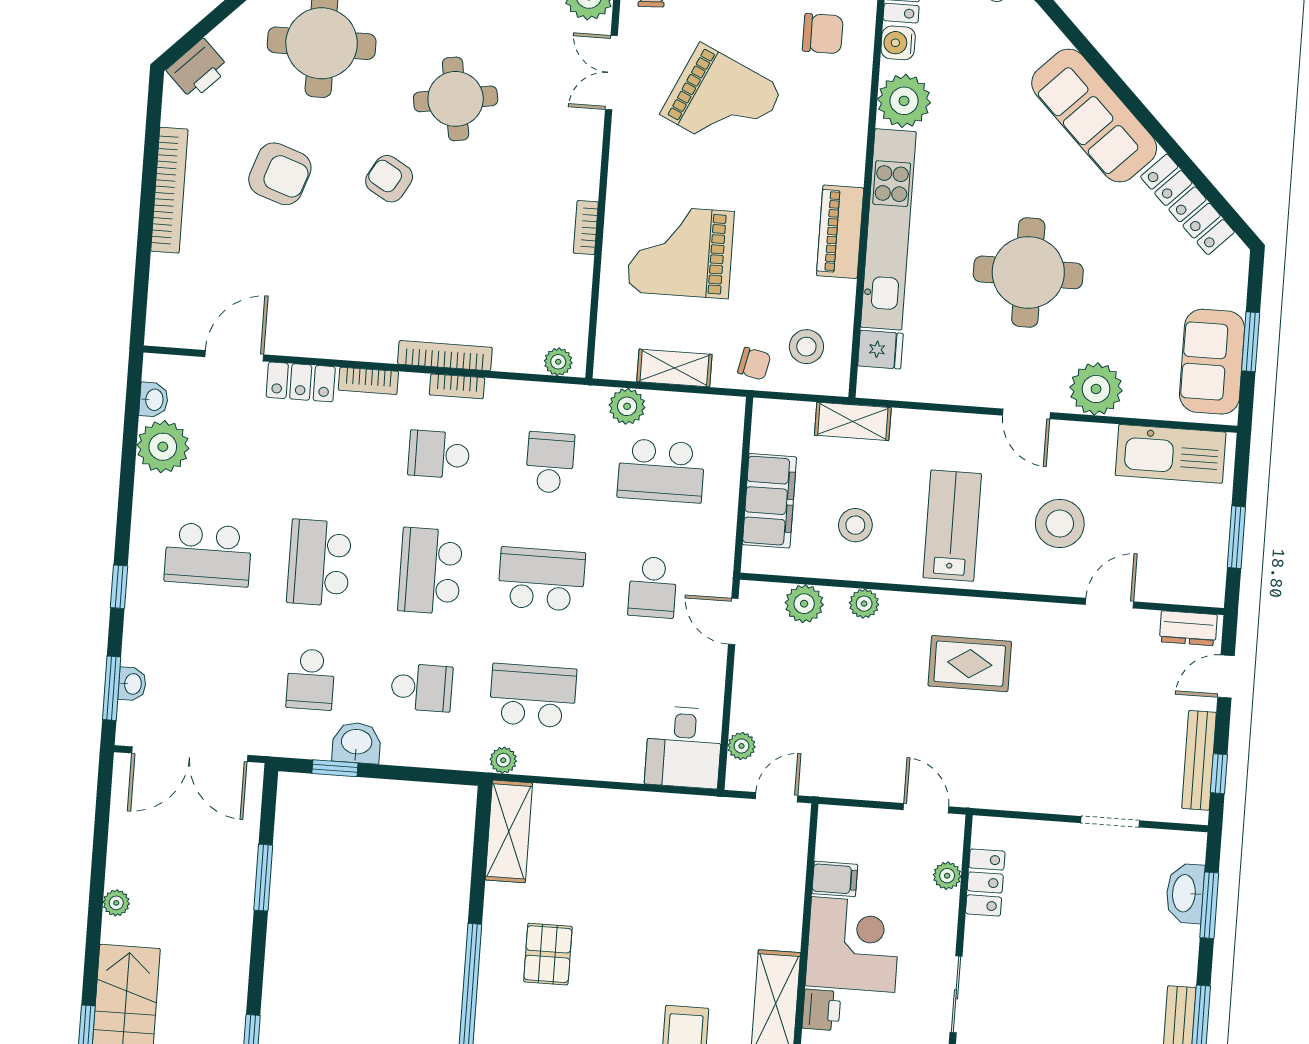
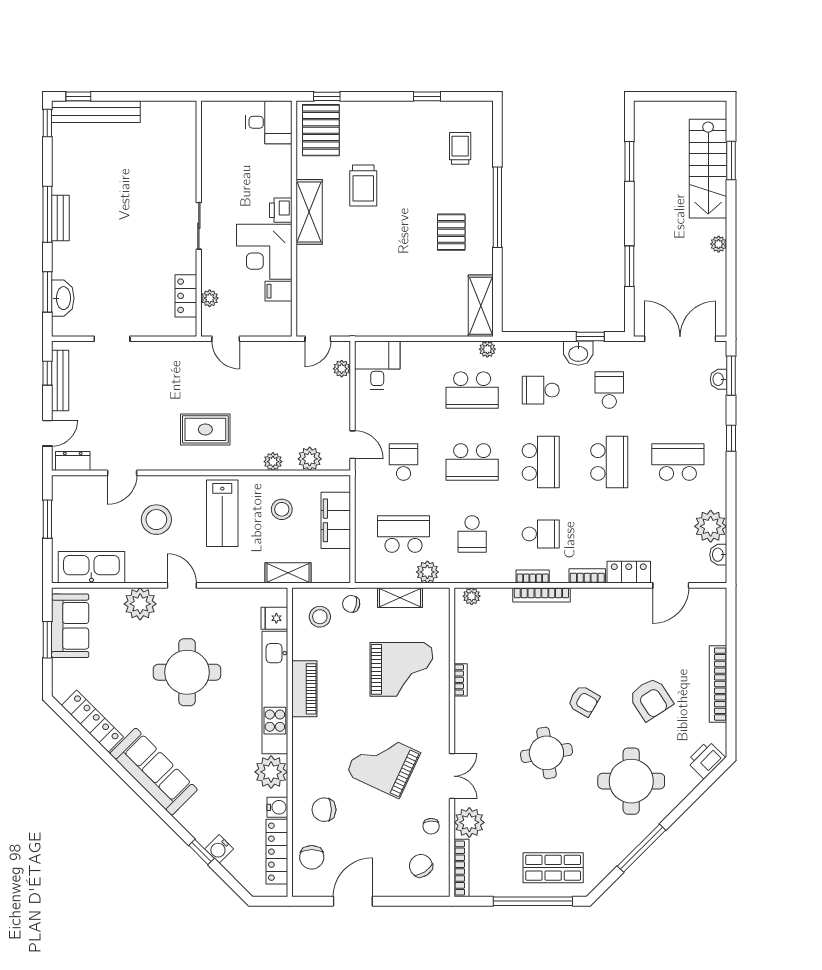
armchair: (280, 174) -> (651, 699), turned -142

